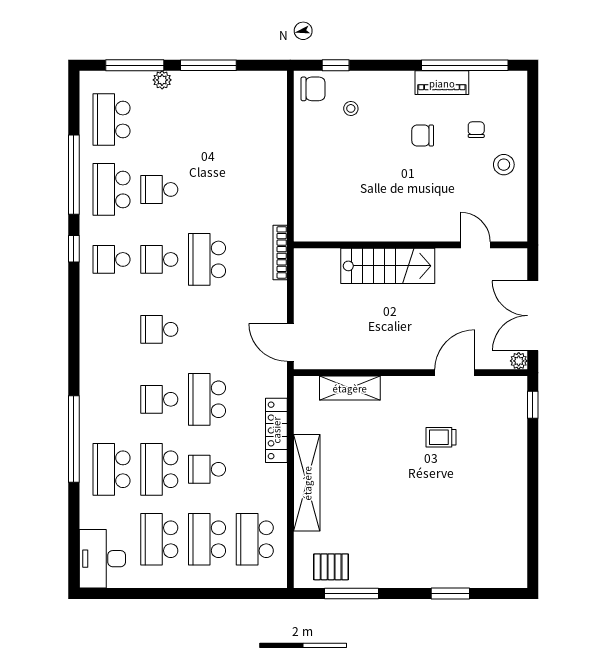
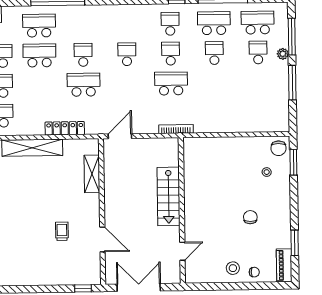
window: (336, 65) -> (293, 162), width x1.50
window: (465, 65) -> (295, 243), width x0.47
piano: (442, 83) -> (284, 265), moved
chair: (476, 130) -> (254, 272), moved
plant: (519, 361) -> (110, 279), removed
school desk: (207, 469) -> (258, 52), moved

